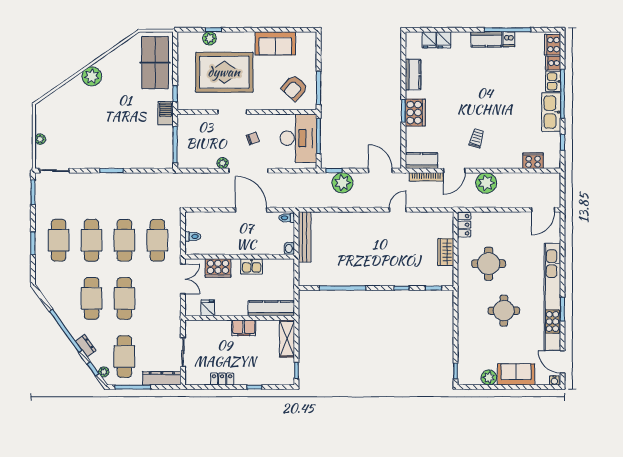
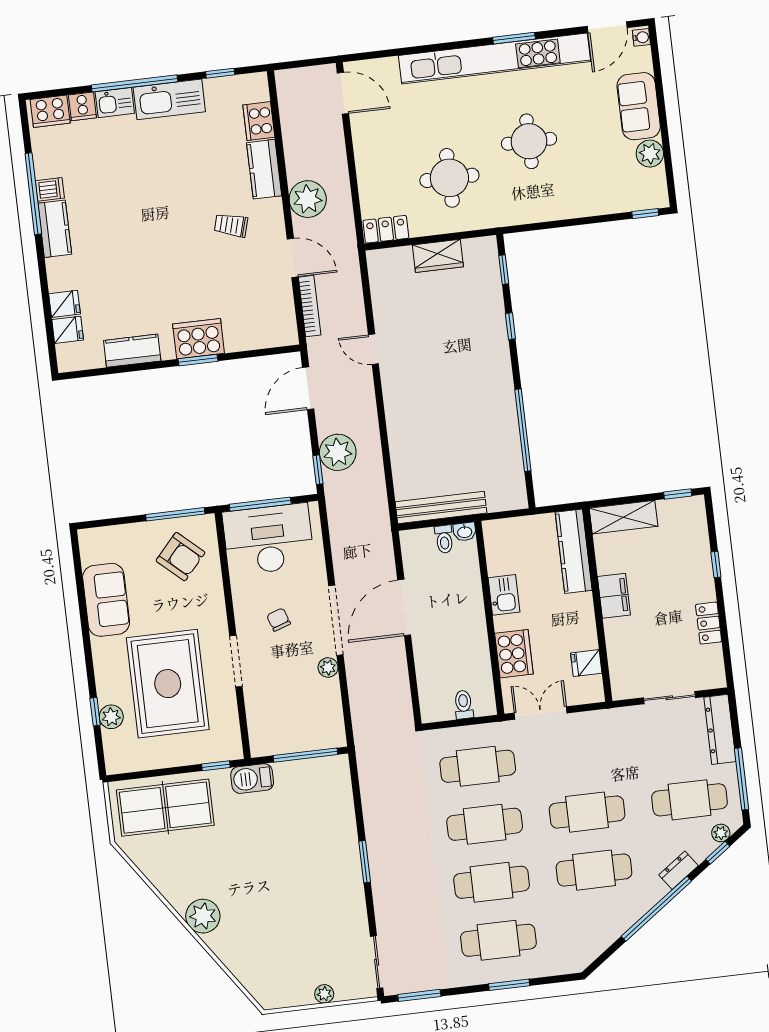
kitchen counter: (421, 161) -> (264, 169), moved
toilet: (287, 218) -> (444, 539), moved

